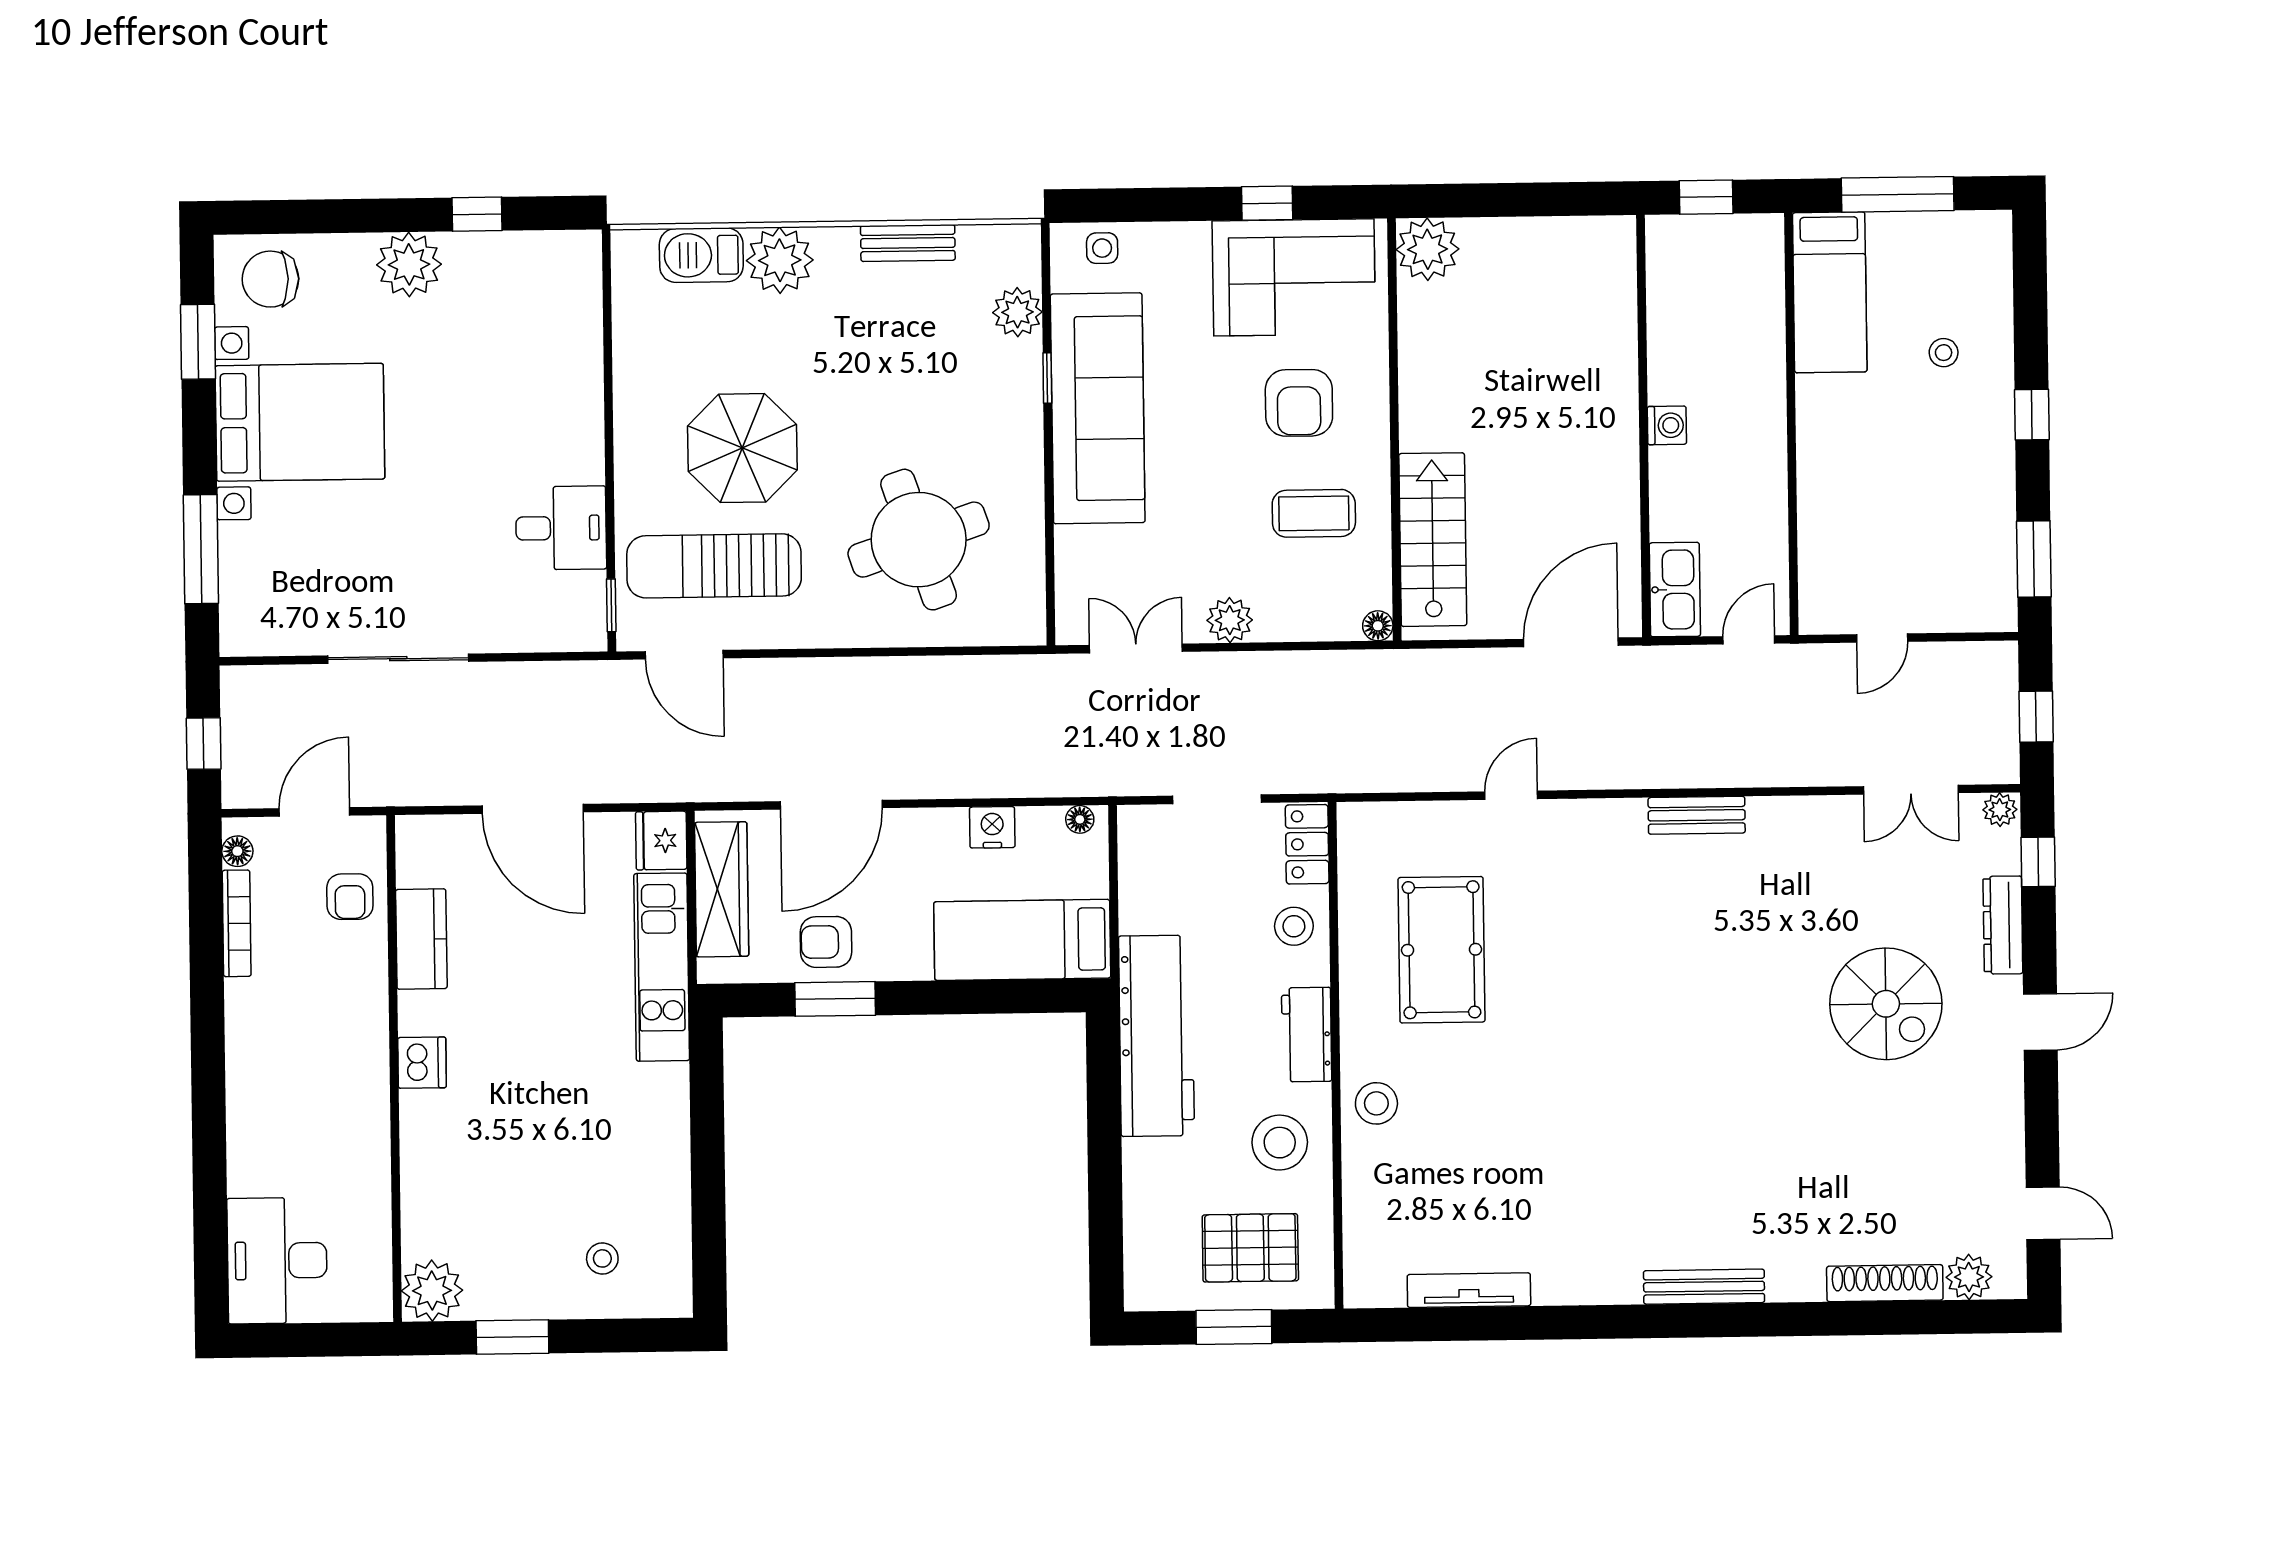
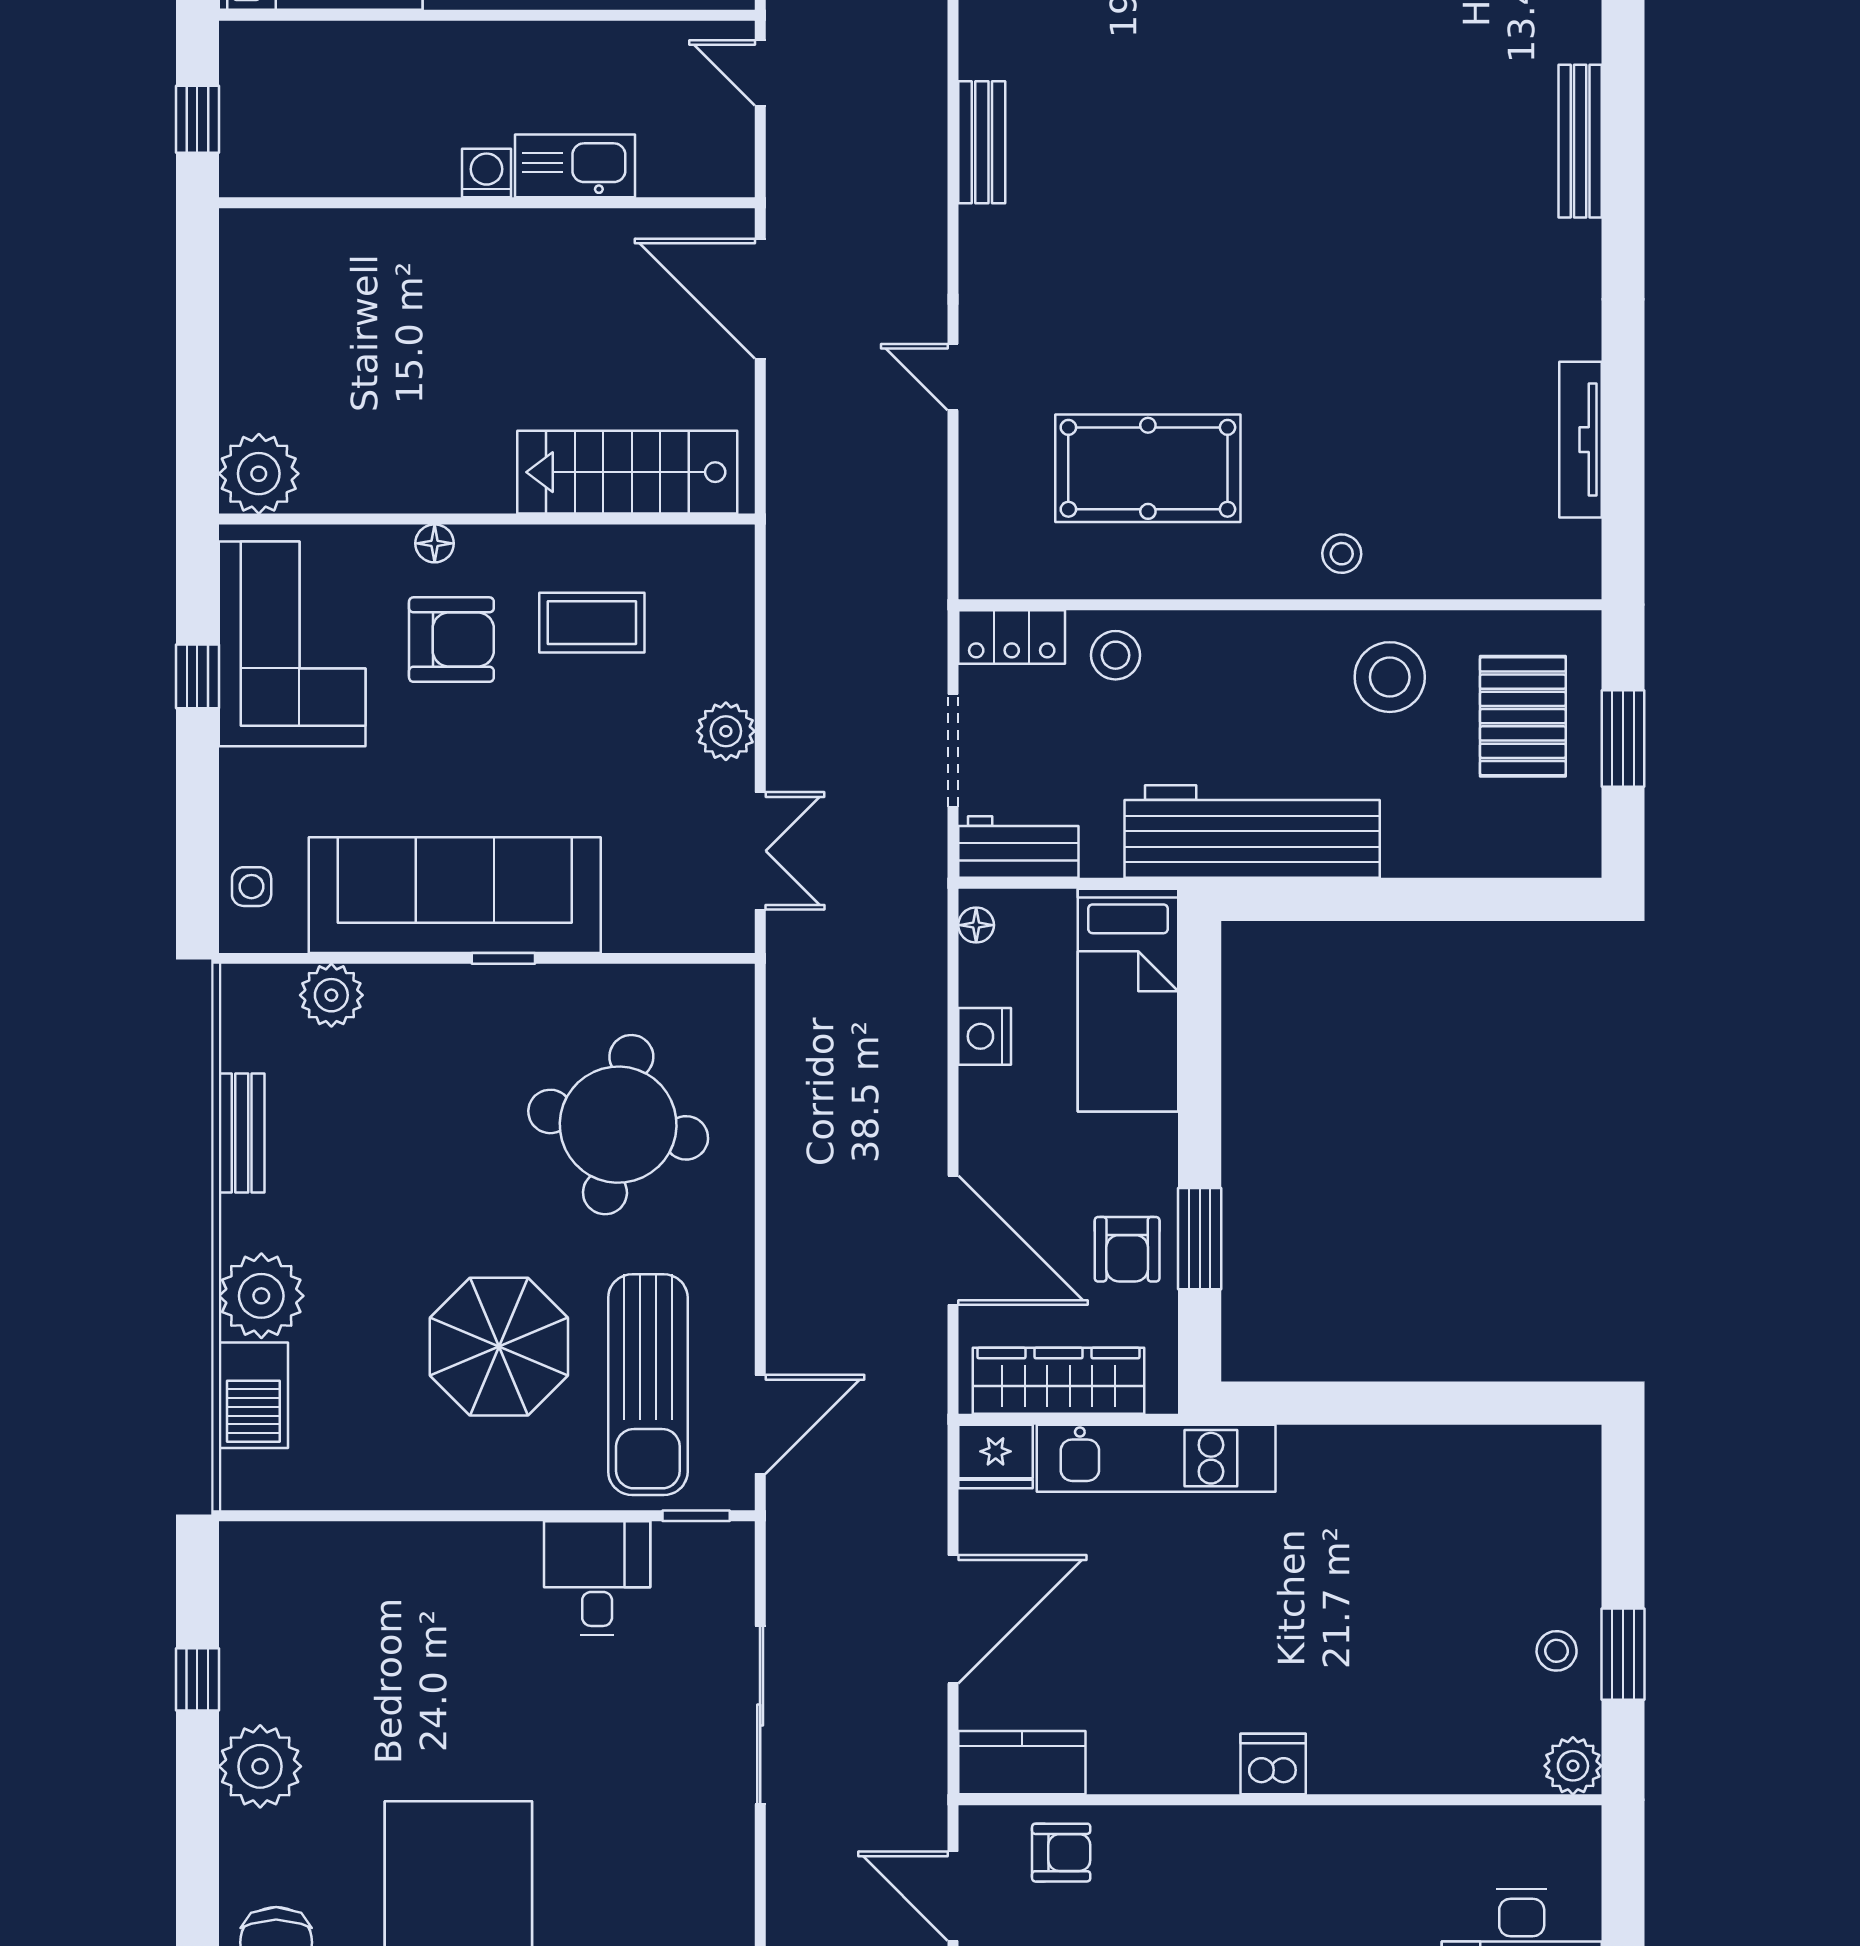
window: (1047, 378) -> (503, 958), moved
coffee table: (1314, 513) -> (592, 623), turned 90
round table: (919, 540) -> (618, 1125), turned 30
kitchen sink: (1675, 590) -> (575, 166), moved
floor lamp: (1378, 626) -> (435, 543), moved
double door: (1136, 648) -> (760, 851), swing flipped
sliding door: (398, 659) -> (760, 1715), moved
kitchen counter: (421, 939) -> (1022, 1763), moved
workbench: (1307, 1035) -> (1018, 847), moved, turned 180
stool: (1376, 1103) -> (1342, 554), width x0.73, depth x0.73
stool: (602, 1258) -> (1557, 1651), moved
plant: (432, 1291) -> (1573, 1766), width x0.73, depth x0.73

